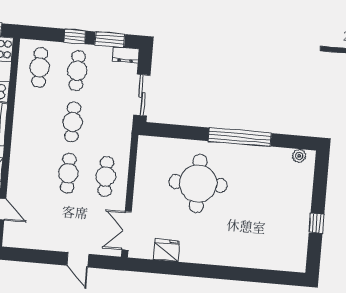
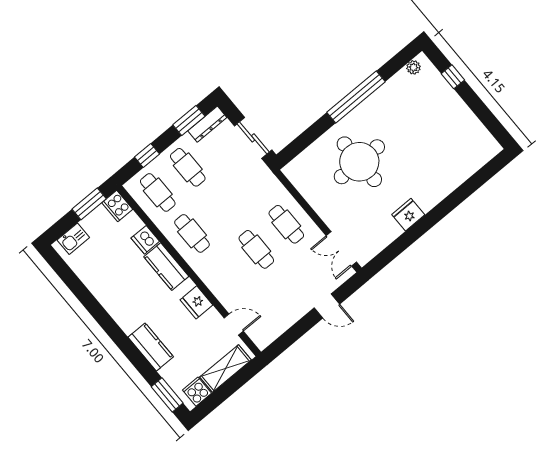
window: (75, 36) -> (147, 155), moved
dresser: (126, 55) -> (207, 124), width x1.44
cafe table: (73, 122) -> (192, 233), moved
window: (317, 223) -> (453, 77), moved
fridge: (166, 250) -> (408, 215), moved

